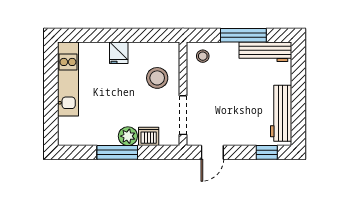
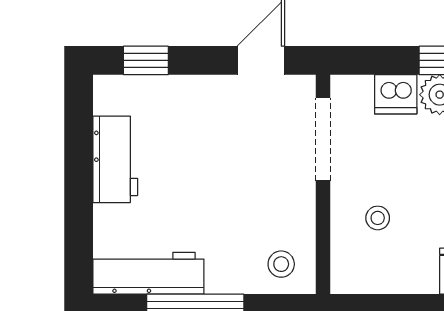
stool: (157, 78) -> (378, 218), width x0.53, depth x0.53
workbench: (281, 113) -> (115, 159), width x0.73

